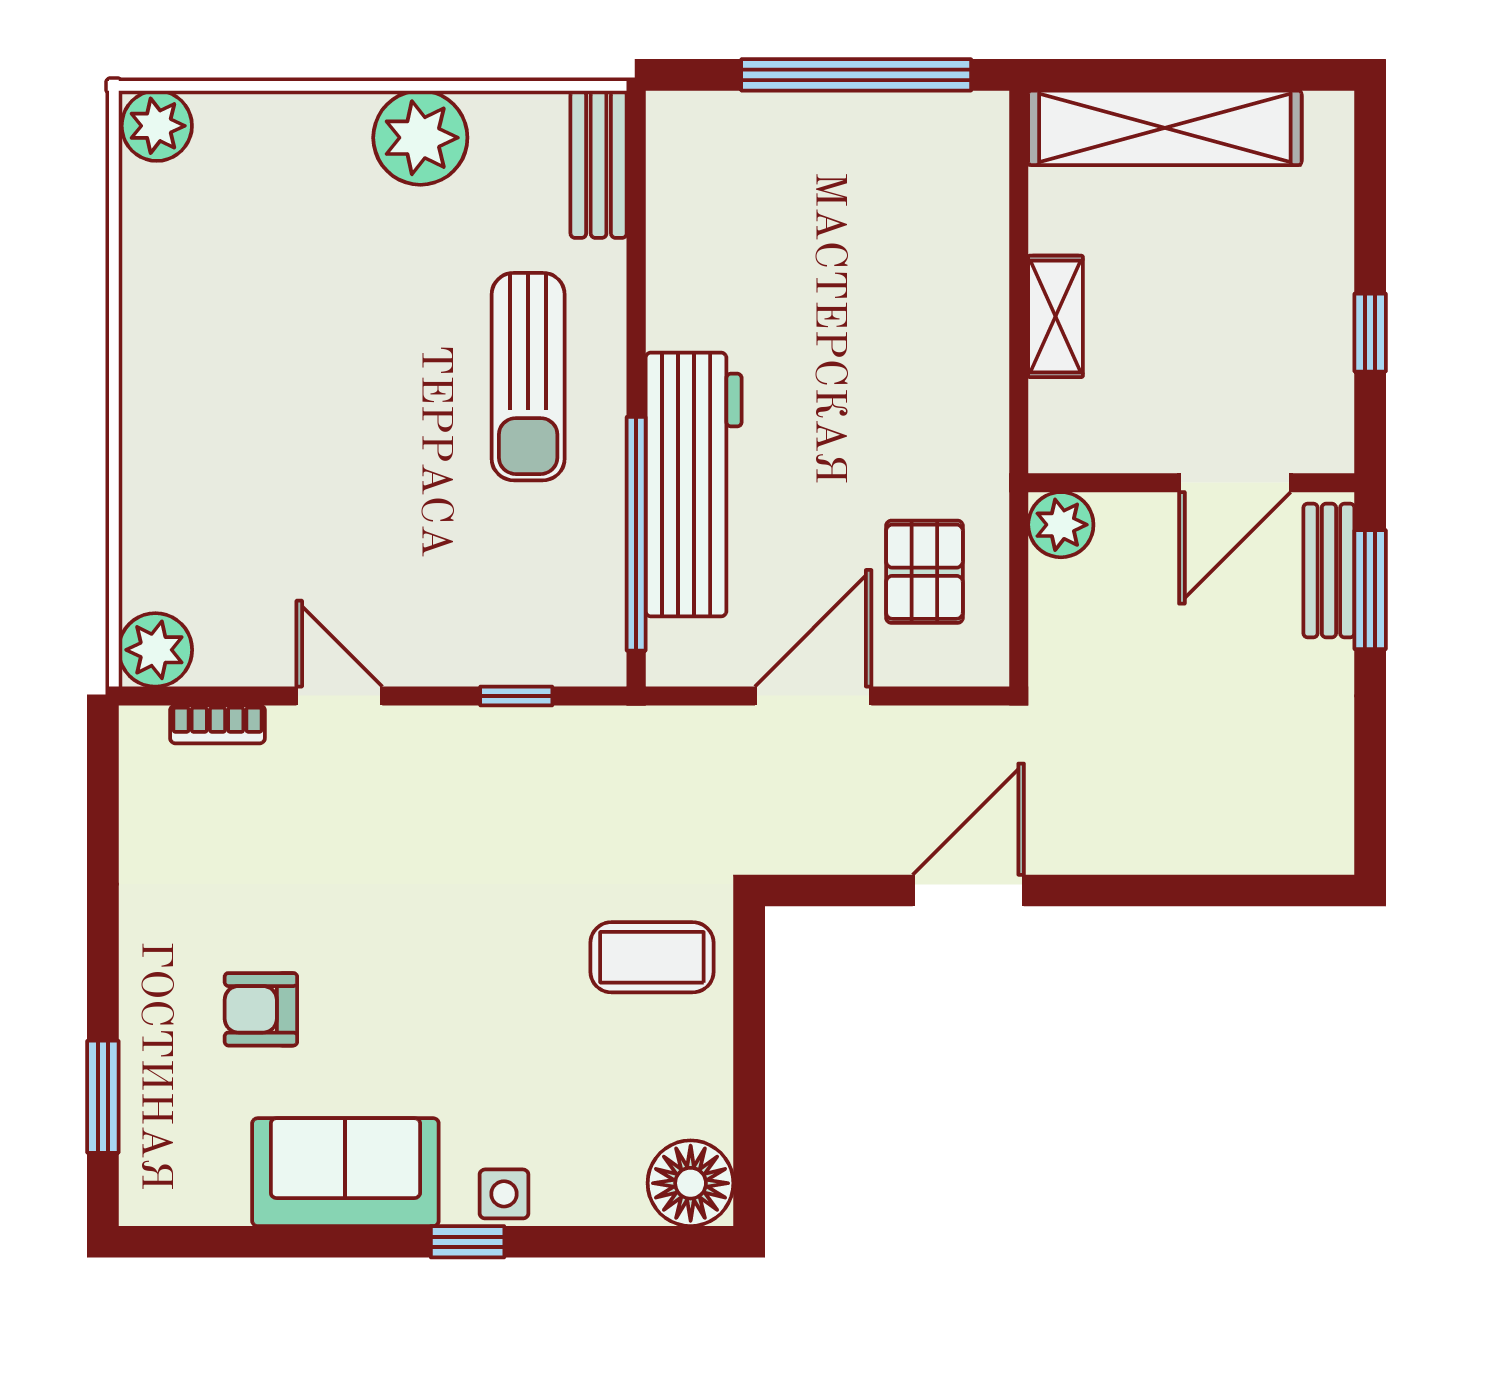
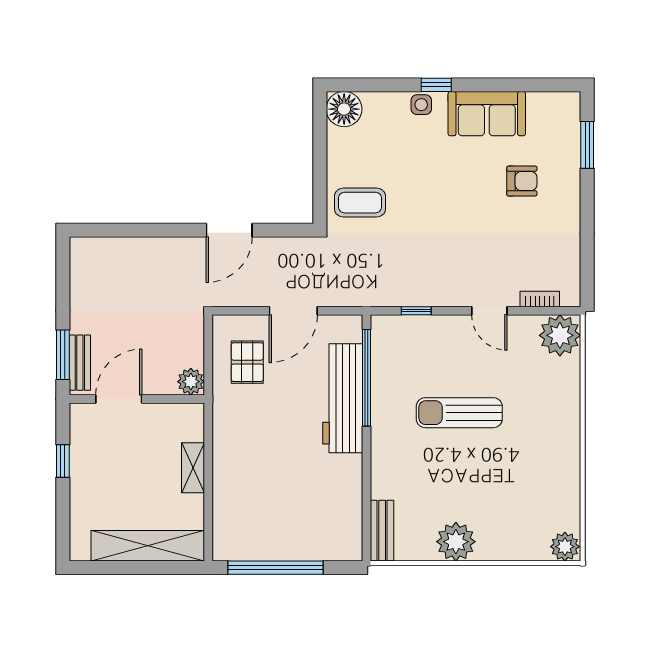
sun lounger: (528, 377) -> (459, 413), moved, turned -90
plant: (155, 650) -> (560, 335), width x1.36, depth x1.36

